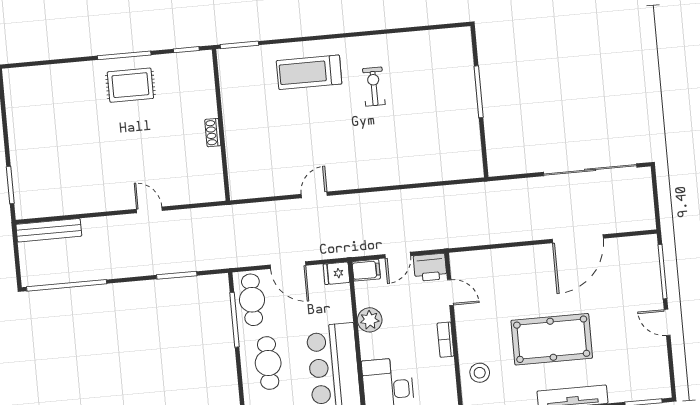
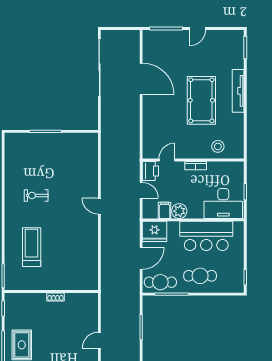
treadmill: (309, 72) -> (32, 247), moved, turned 180
door: (314, 195) -> (99, 206), moved
filing cabinet: (366, 270) -> (165, 210), moved
fridge: (336, 273) -> (154, 231), width x1.88, depth x1.34

